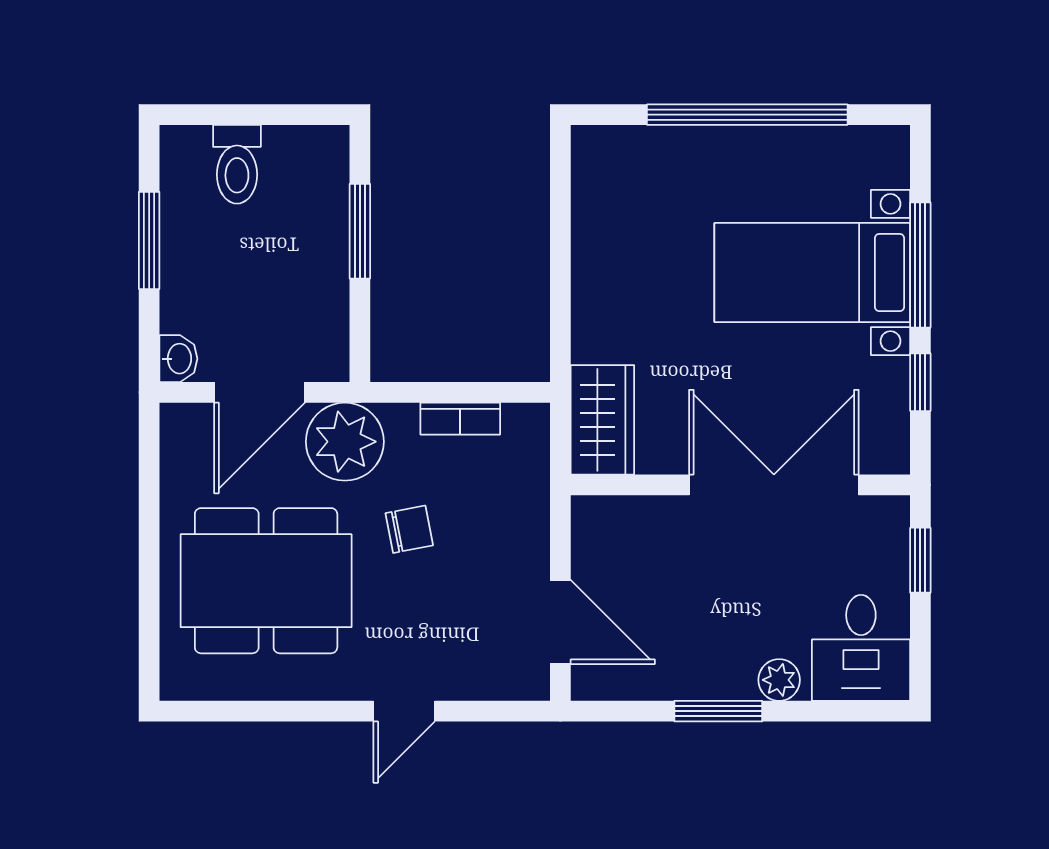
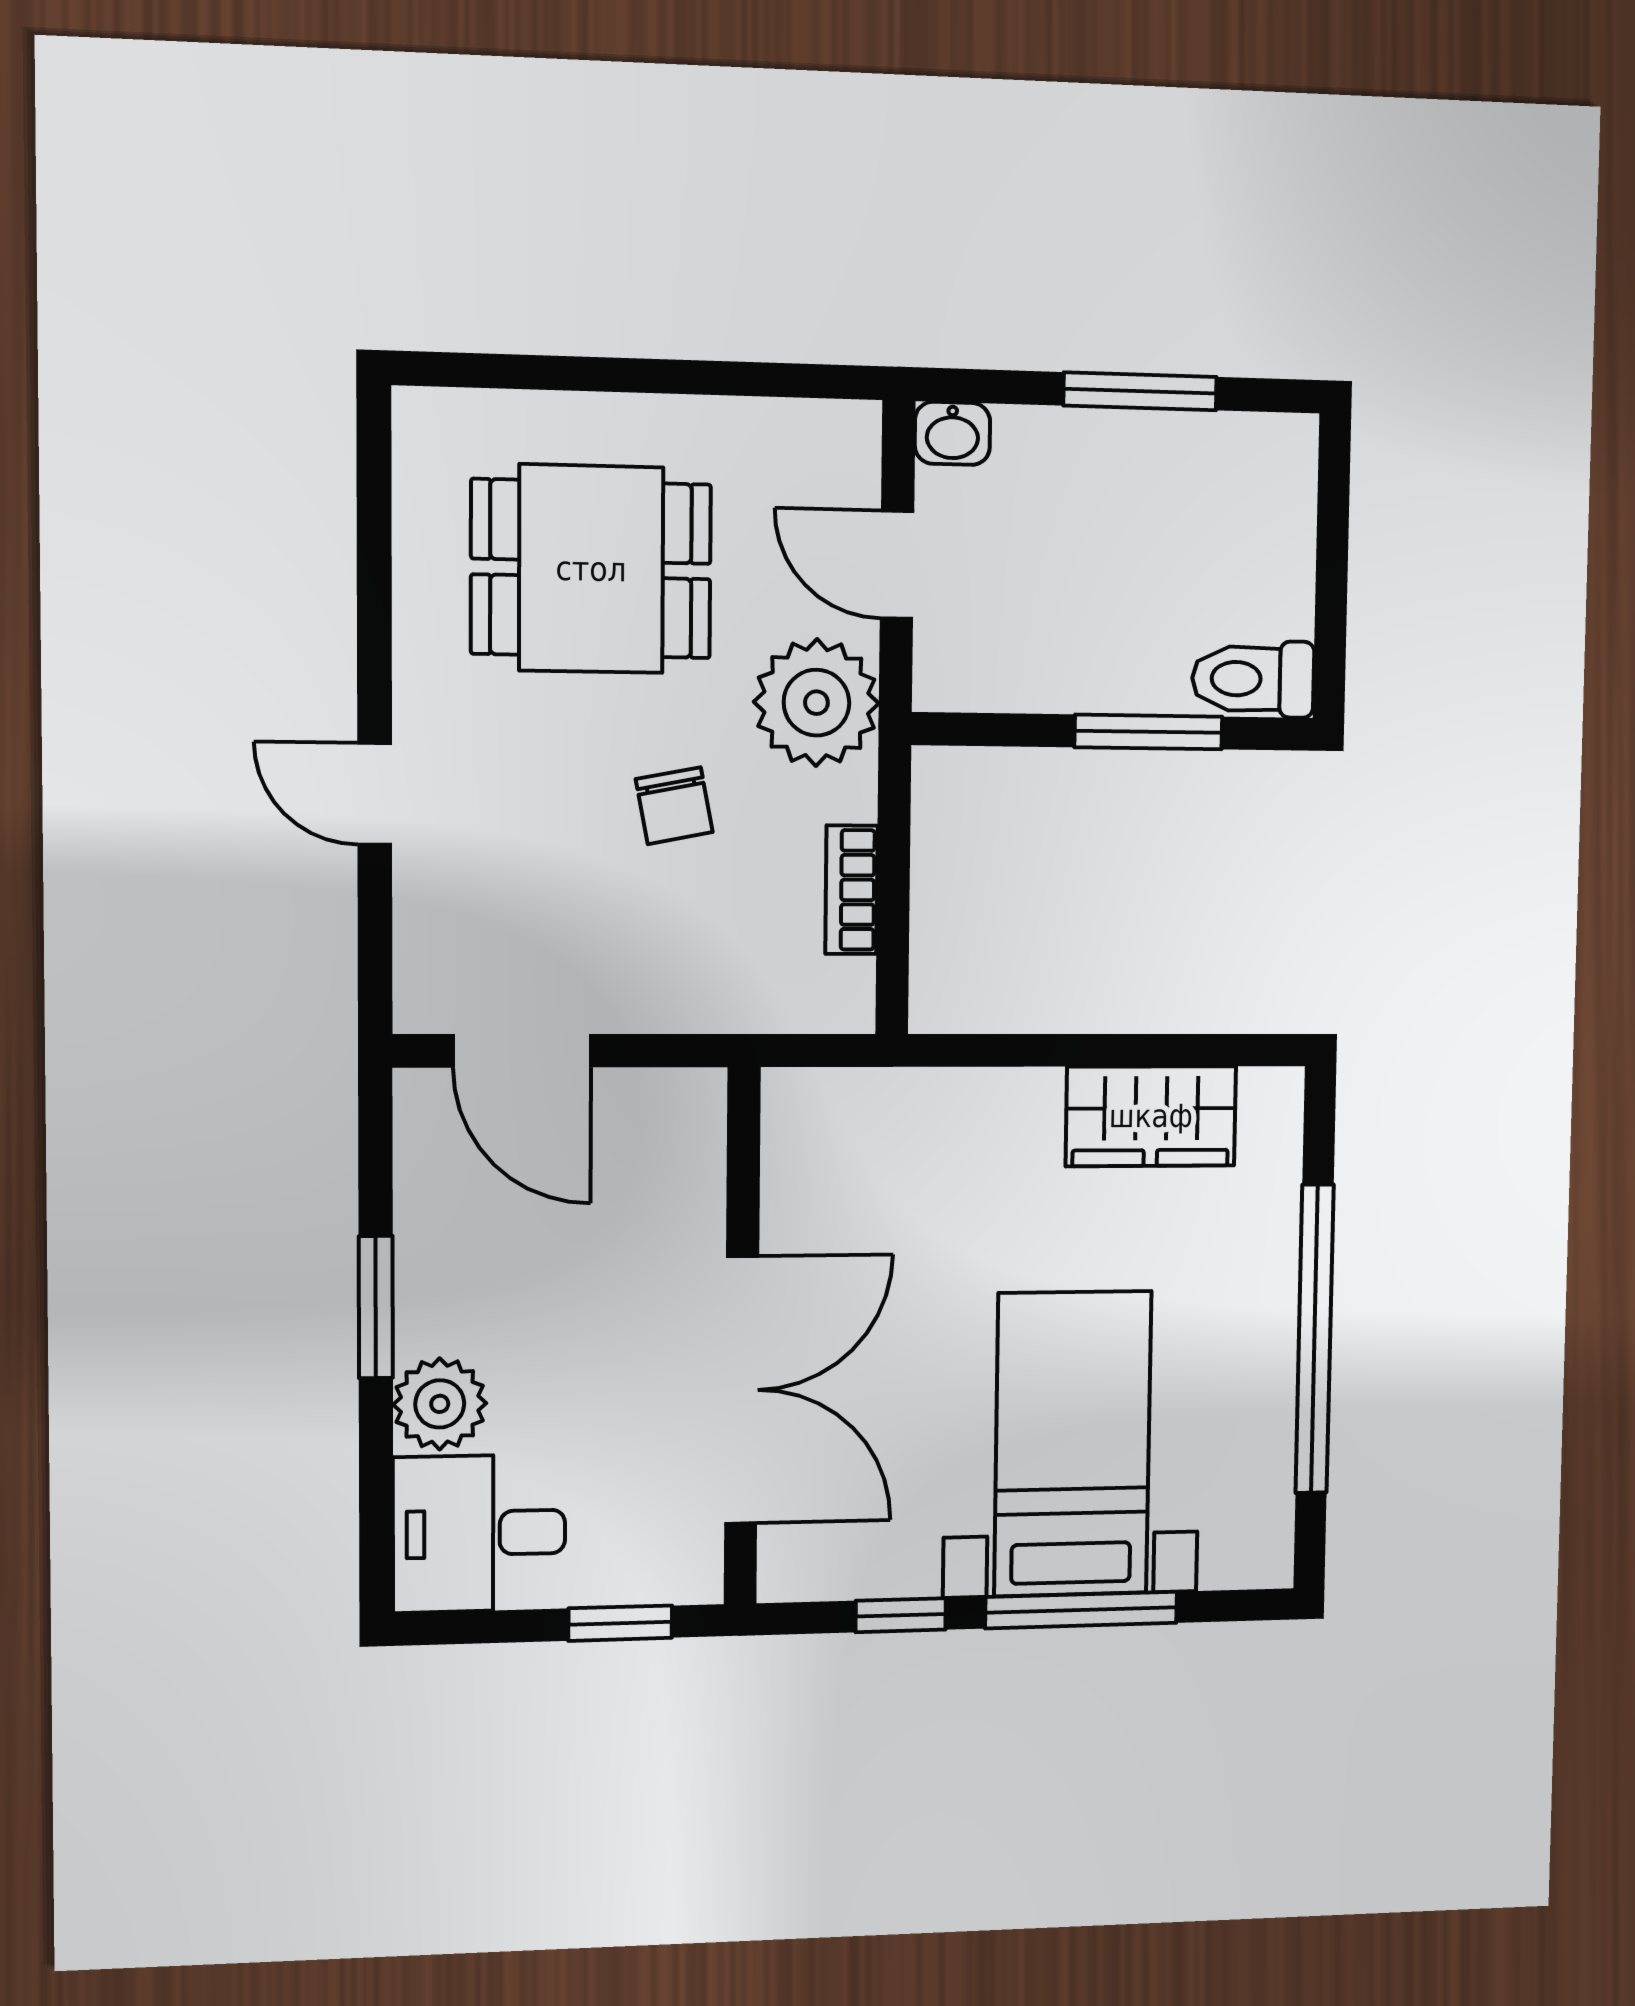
toilet: (237, 164) -> (1253, 679), moved
door: (259, 392) -> (897, 565), width x0.73
wardrobe: (602, 420) -> (1151, 1116), moved
dining table: (266, 581) -> (591, 569), width x0.73
door: (560, 622) -> (522, 1051), hinge flipped
plant: (779, 680) -> (440, 1404), width x1.38, depth x1.38

